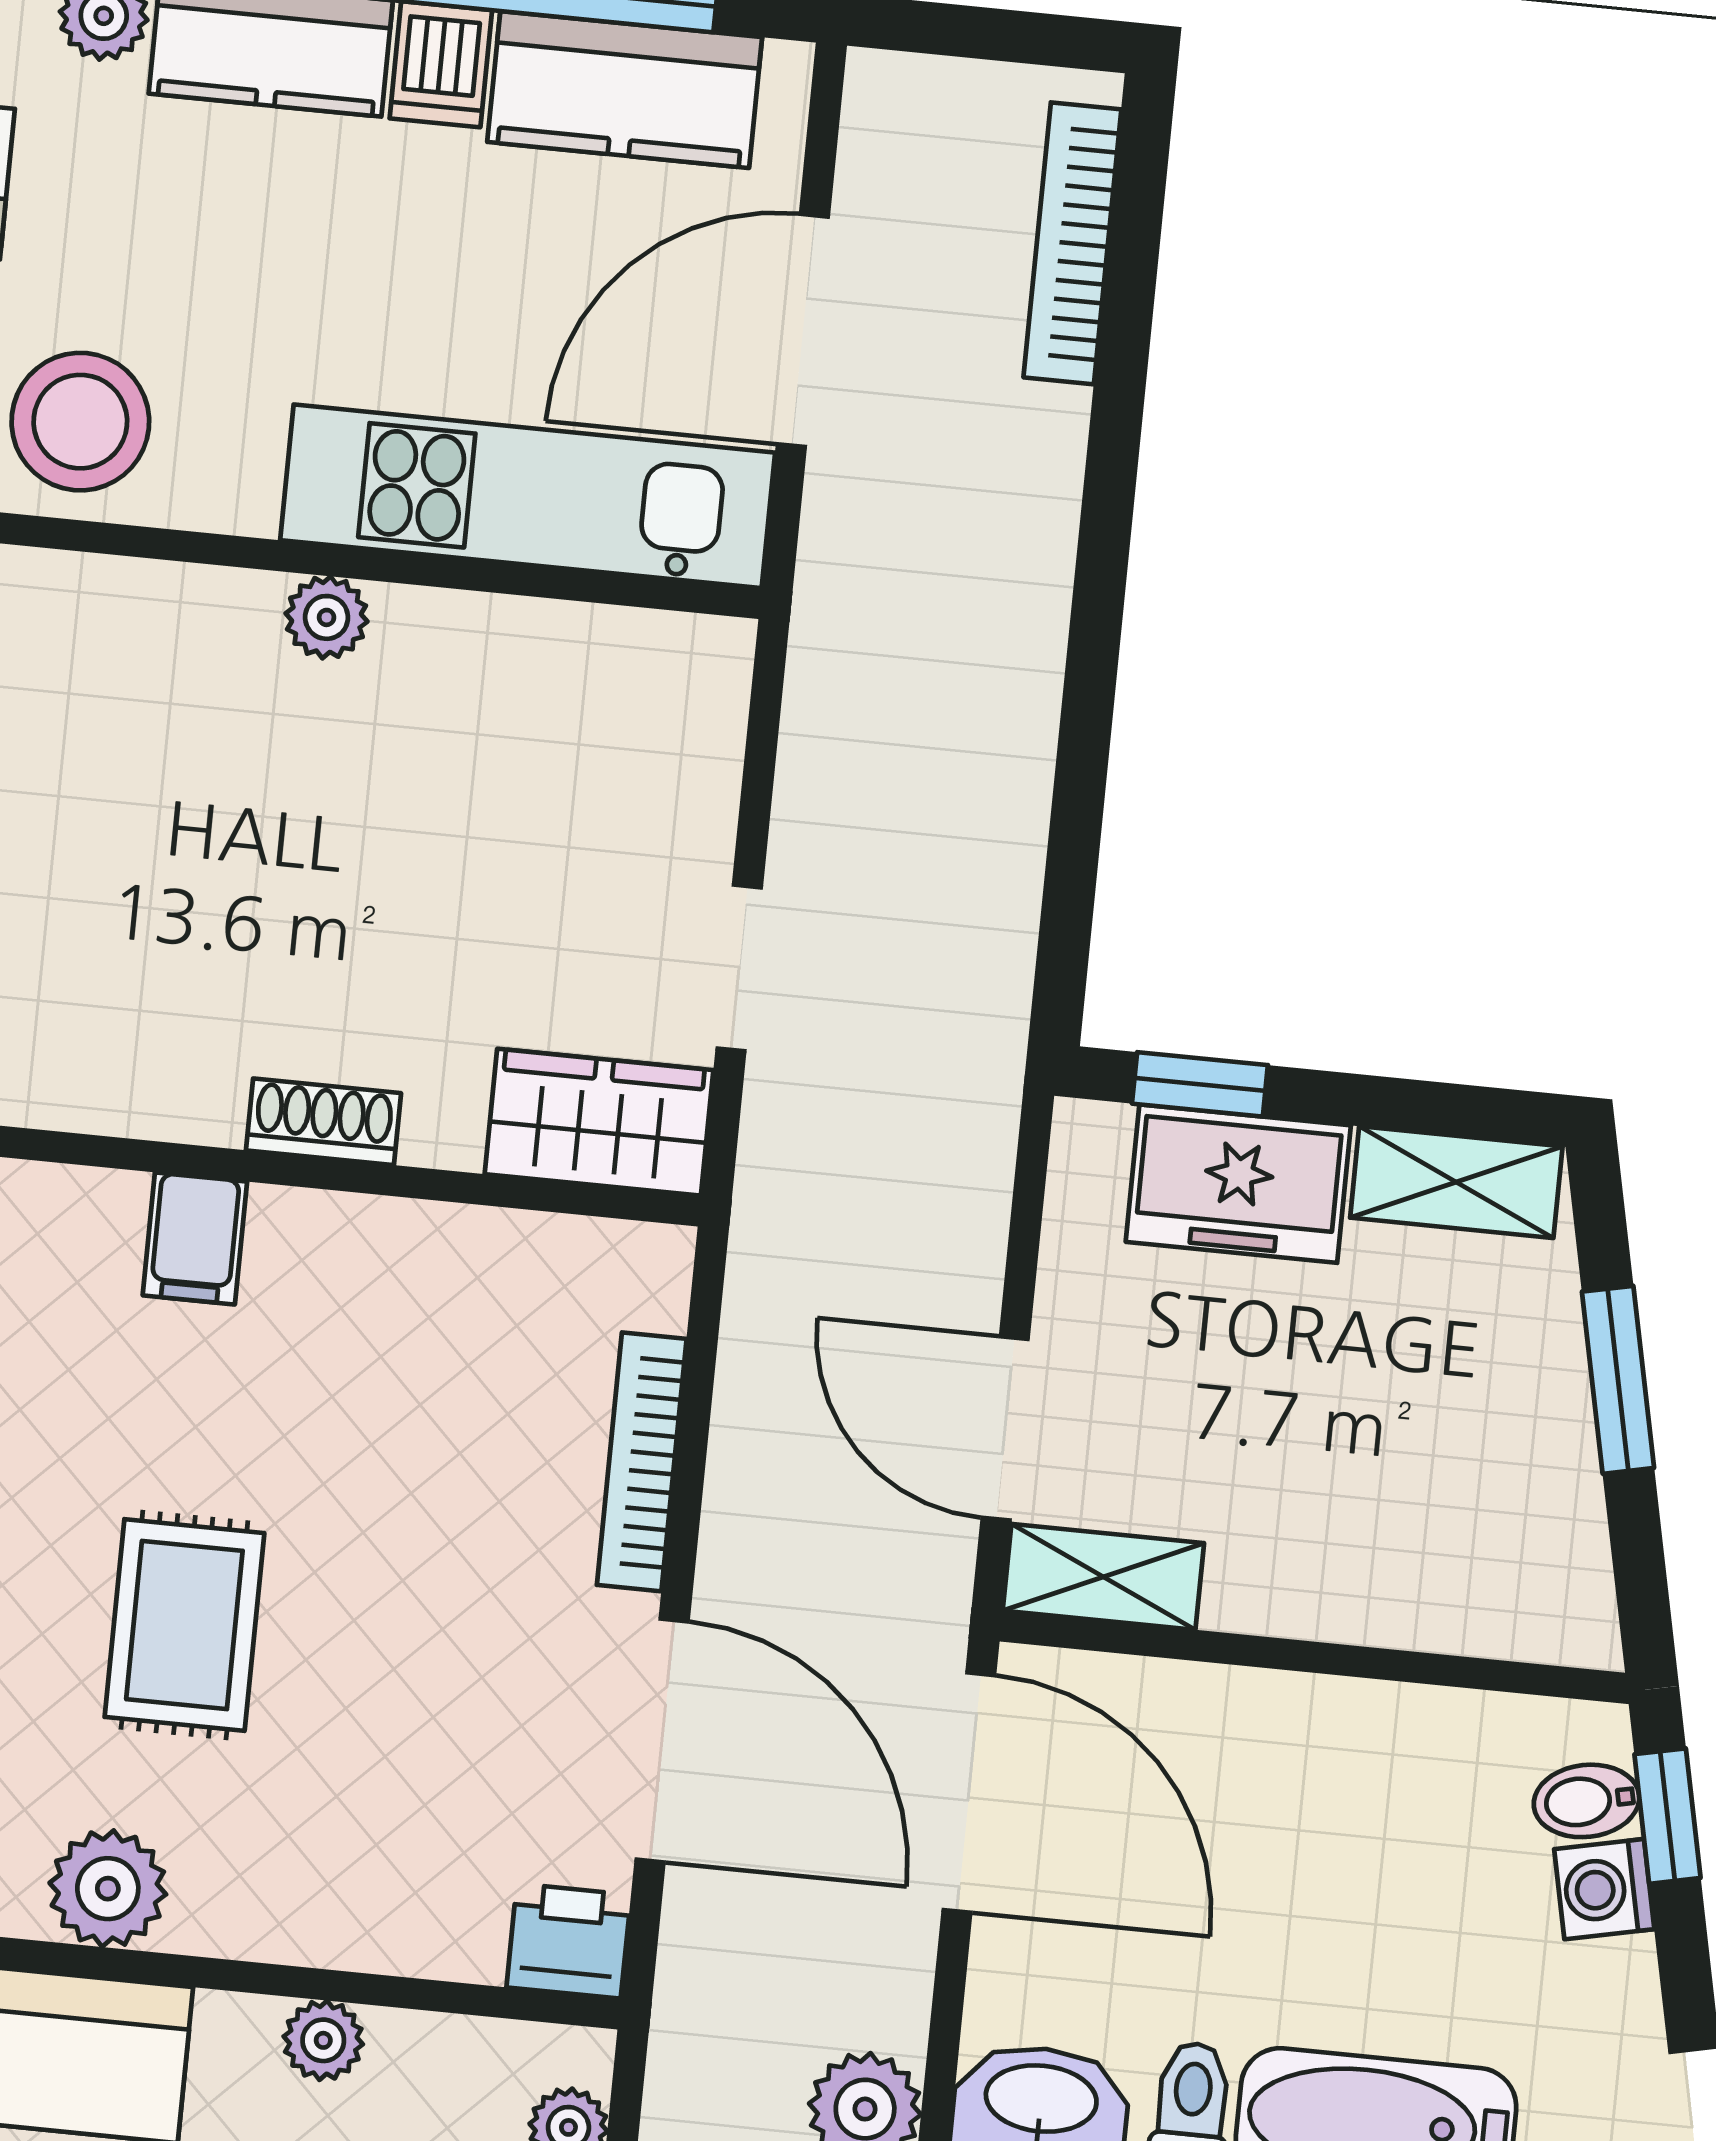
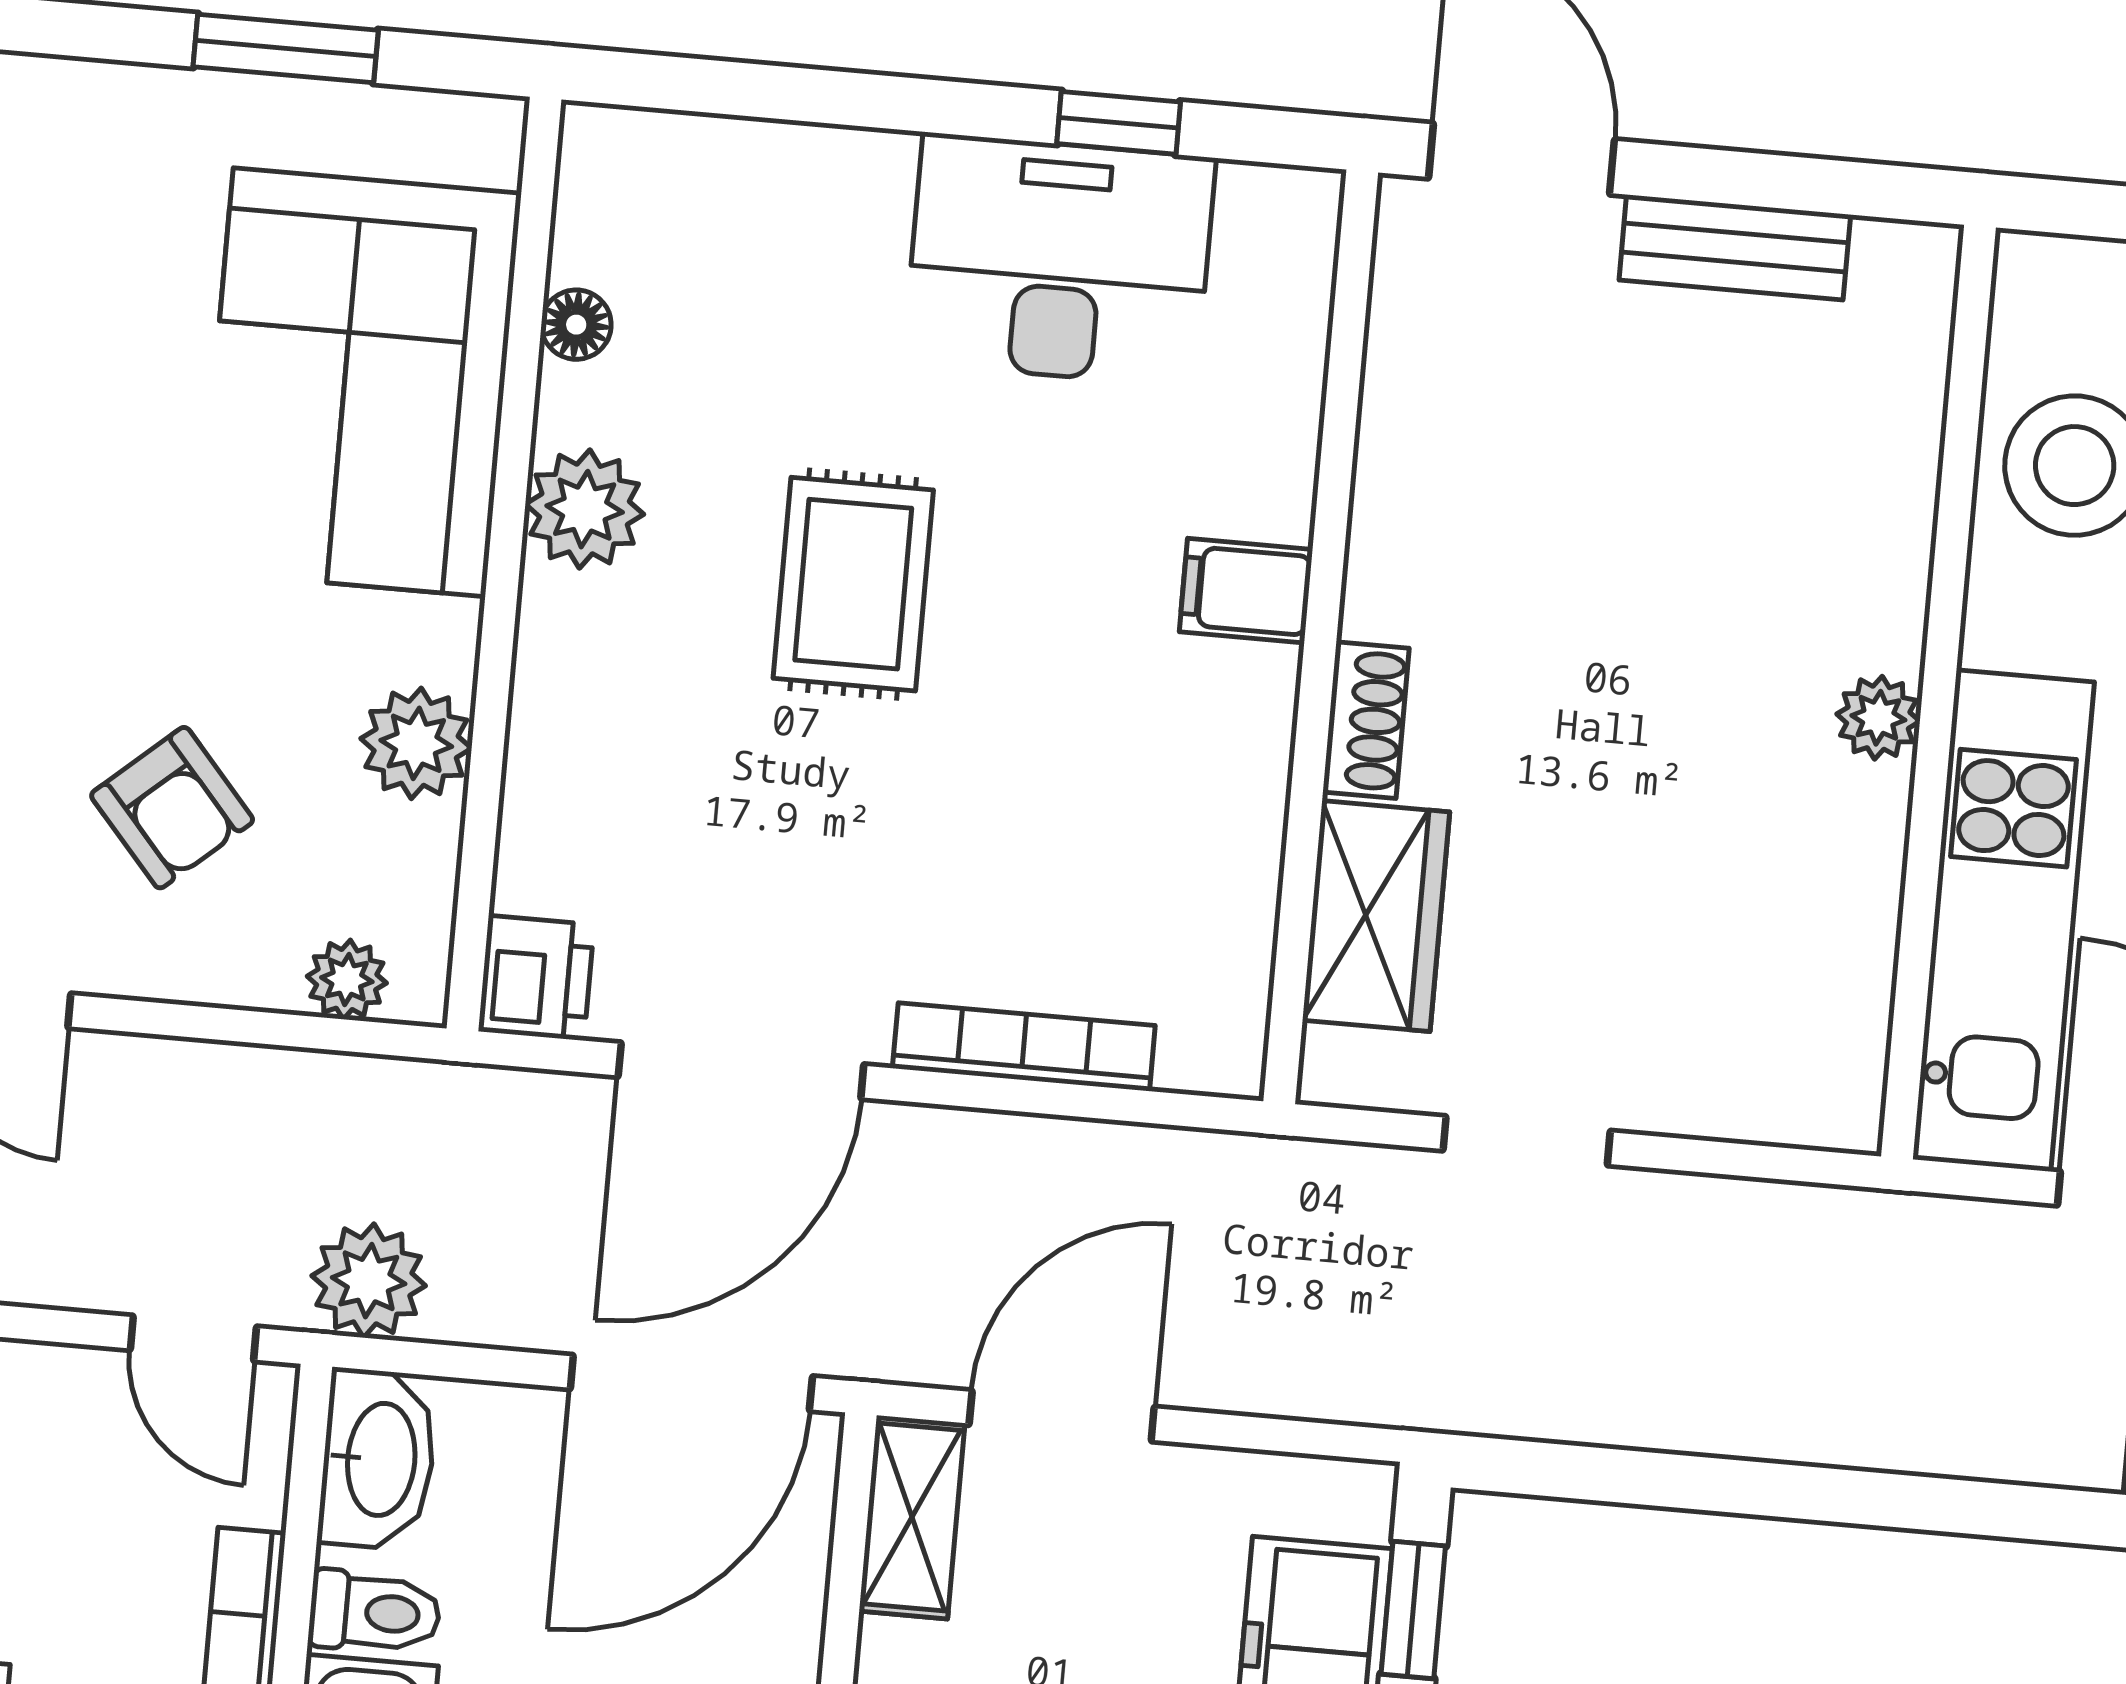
wardrobe: (599, 1122) -> (1376, 916), moved
rug: (184, 1625) -> (853, 584), turned 90
plant: (323, 2040) -> (416, 743), width x1.38, depth x1.38

